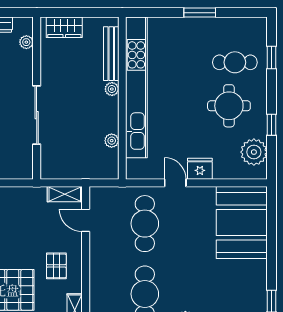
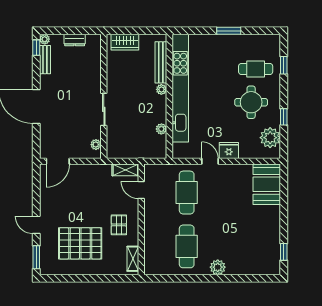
plant: (26, 42) -> (96, 145), moved
sliding door: (37, 115) -> (104, 109), width x0.73
booth: (242, 222) -> (267, 184), width x0.73, depth x0.70

